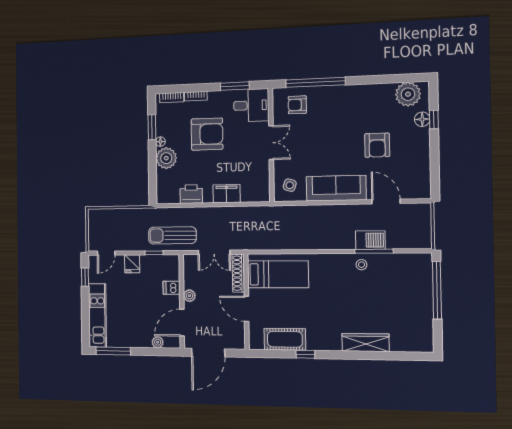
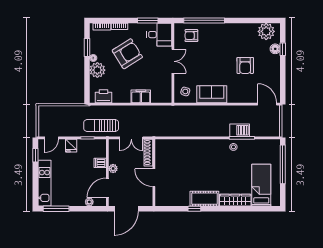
armchair: (207, 134) -> (127, 54), turned -32
sofa: (336, 188) -> (212, 94), width x0.73
printer: (191, 194) -> (103, 96), moved
door: (386, 202) -> (267, 104), moved
bed: (278, 274) -> (261, 185), moved, turned -90
cot: (285, 339) -> (204, 199), moved

